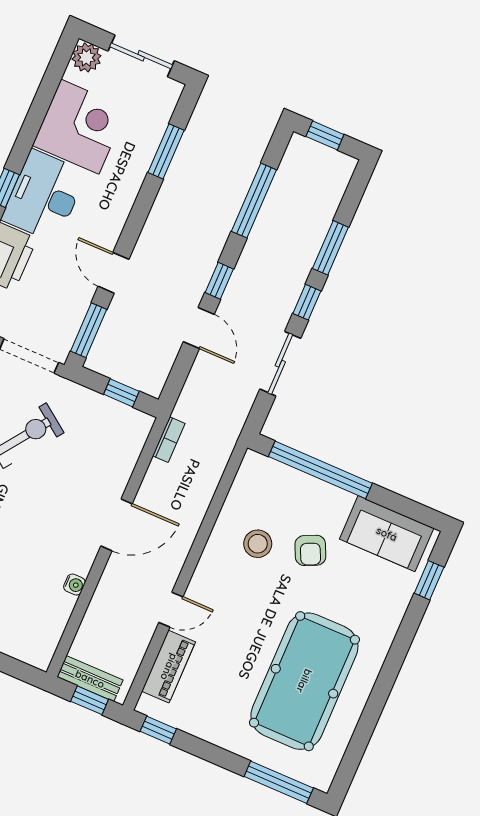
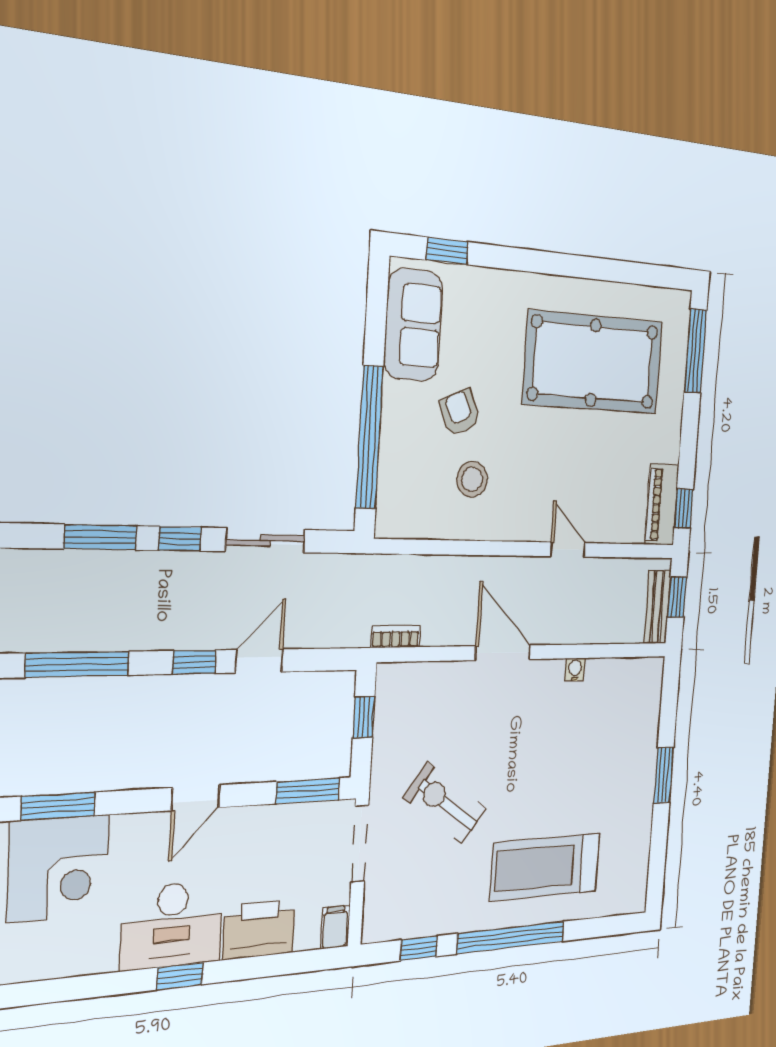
corner desk: (80, 127) -> (58, 868), moved, turned 180
door: (113, 273) -> (196, 798), moved
armchair: (310, 550) -> (460, 412), turned -90
piano: (169, 667) -> (662, 505), moved, turned -90

